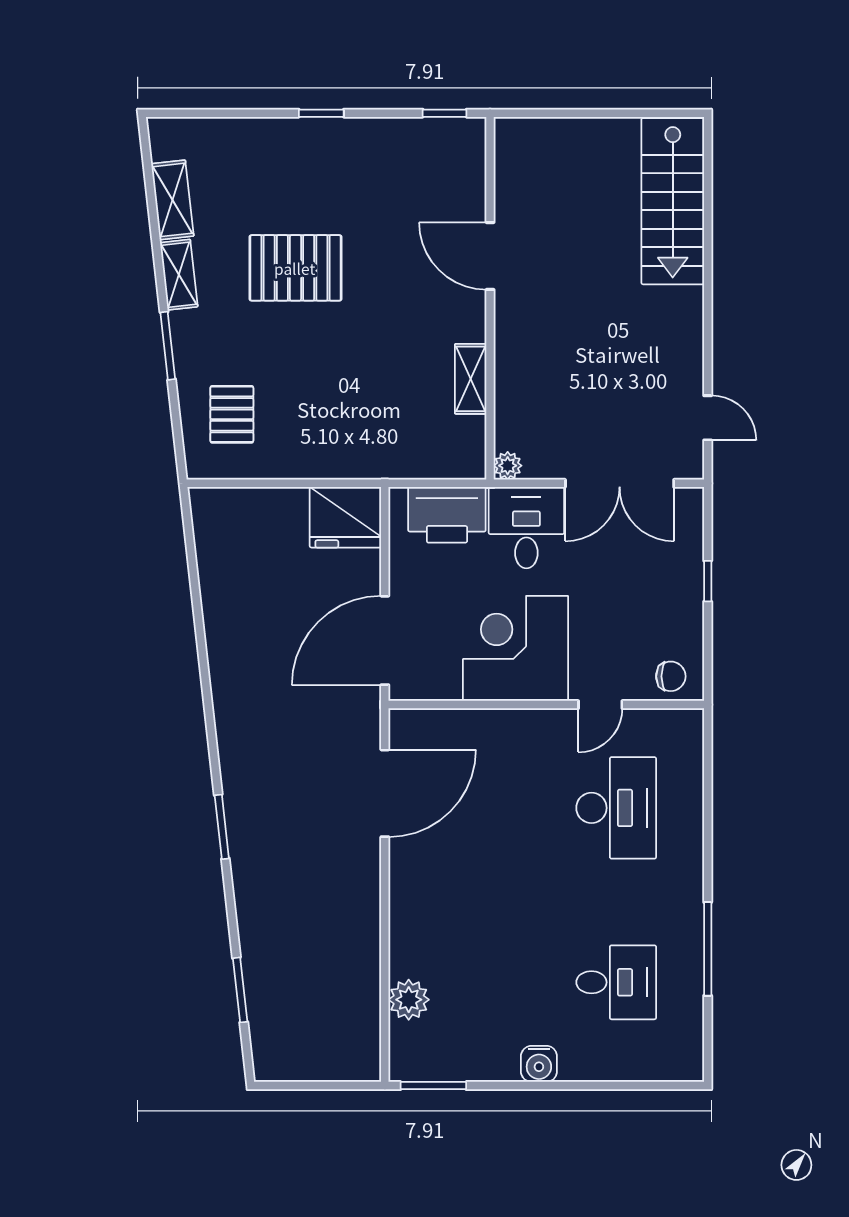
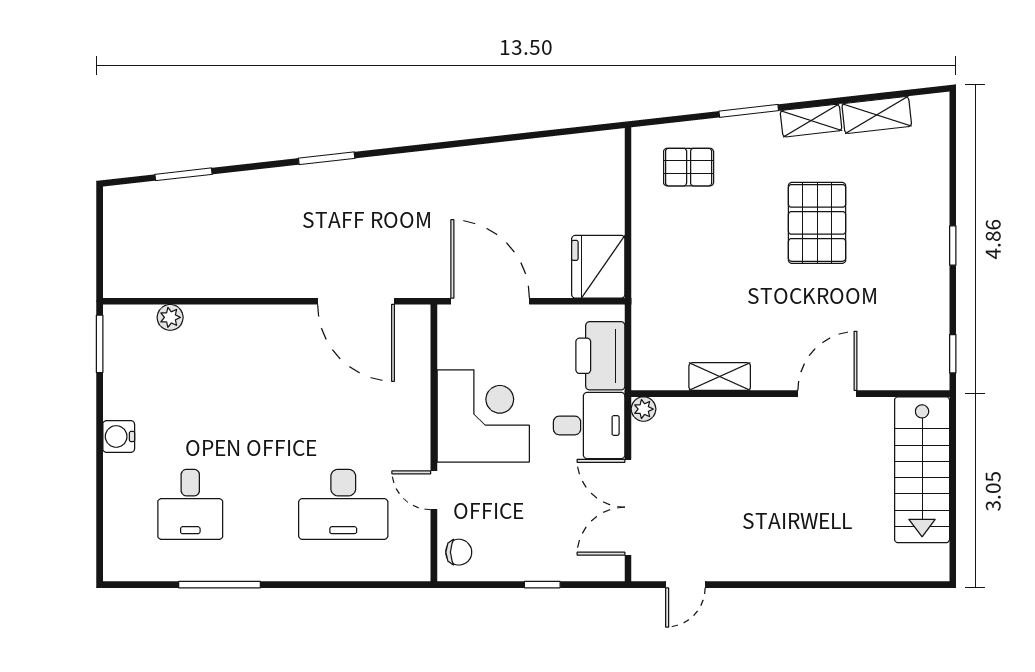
stairs: (673, 201) -> (922, 470), moved, turned -90
chair: (671, 676) -> (459, 552), turned -90
plant: (409, 1000) -> (170, 317), width x0.73, depth x0.73

